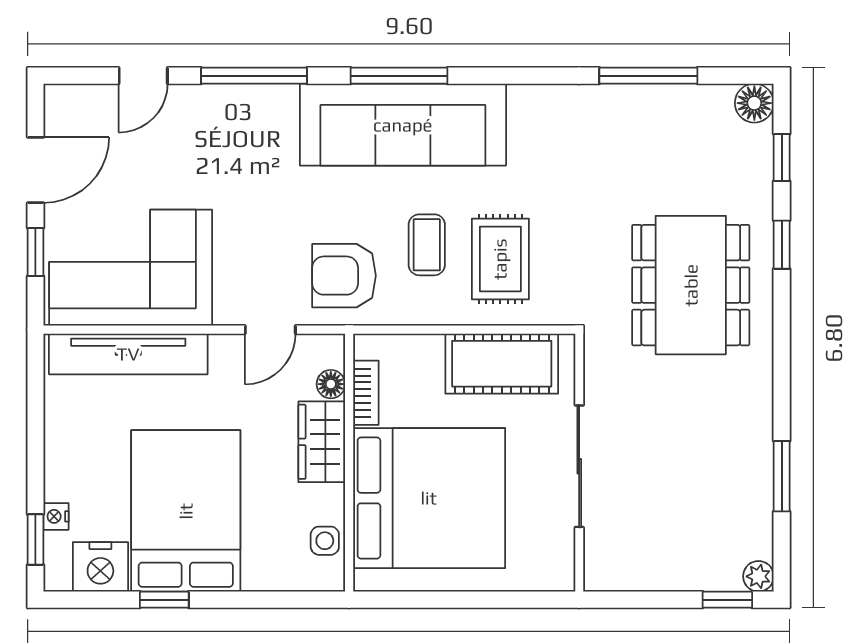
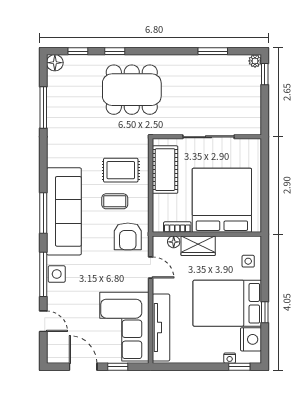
side table: (255, 108) -> (57, 274), added
side table: (325, 541) -> (248, 261), moved

